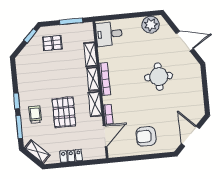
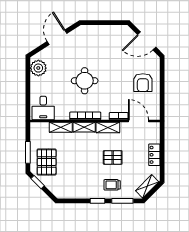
window: (71, 21) -> (28, 152), moved
pallet: (52, 43) -> (47, 162), width x1.50, depth x1.42
round table: (159, 77) -> (85, 81), moved
pallet: (64, 112) -> (113, 157), width x0.67, depth x0.71

